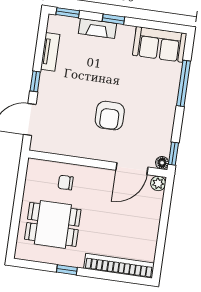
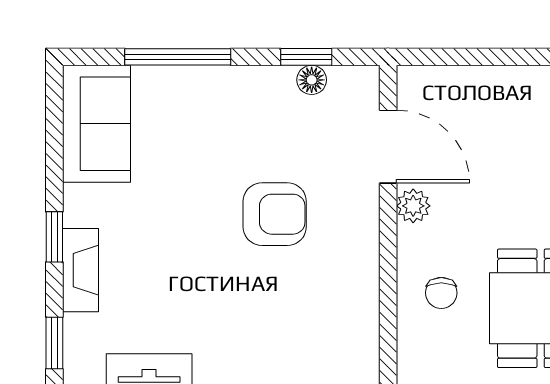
window: (173, 154) -> (306, 57), moved
floor lamp: (162, 163) -> (312, 80), moved
plant: (158, 183) -> (413, 206), moved

